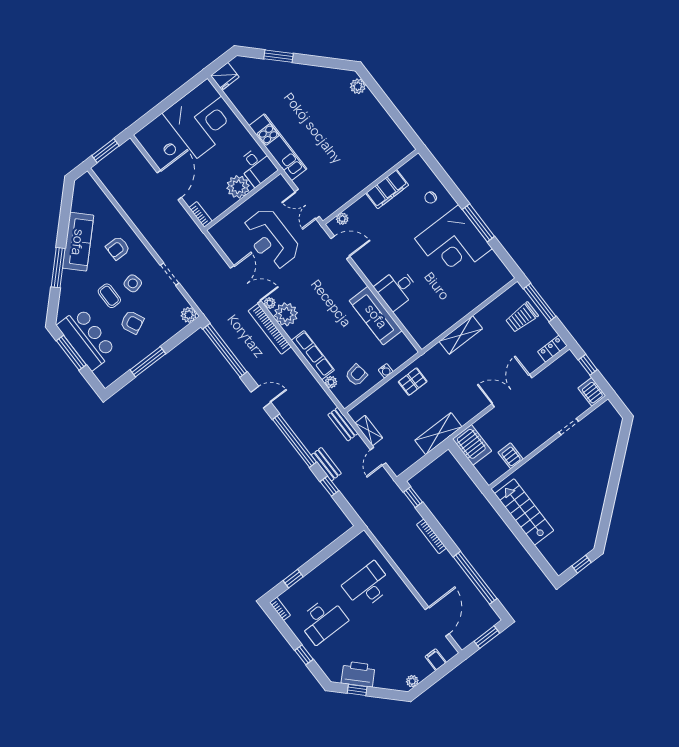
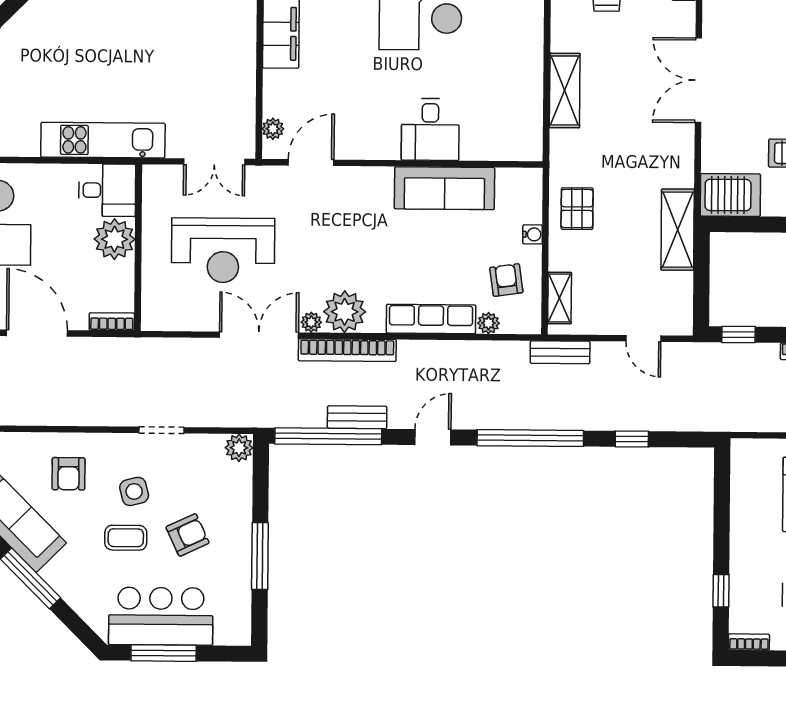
shelving: (369, 431) -> (560, 298), moved, turned 90
bench: (326, 464) -> (357, 417), moved

